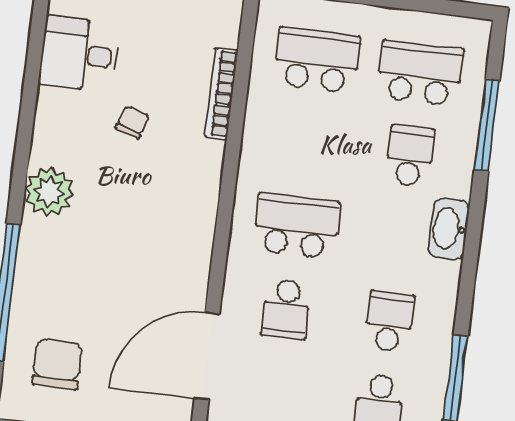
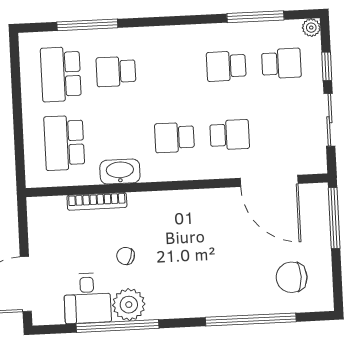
window: (30, 92) -> (118, 326), added
plant: (49, 192) -> (129, 305), moved
school desk: (296, 226) -> (174, 137), width x0.54
washbasin: (449, 229) -> (120, 172), moved, turned 180

